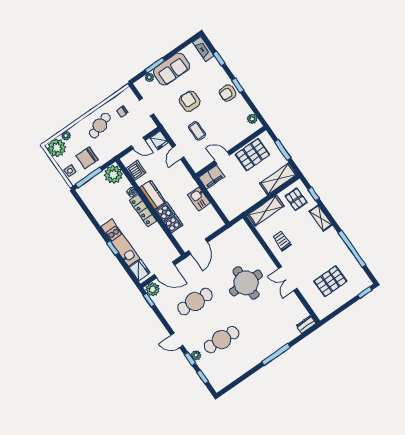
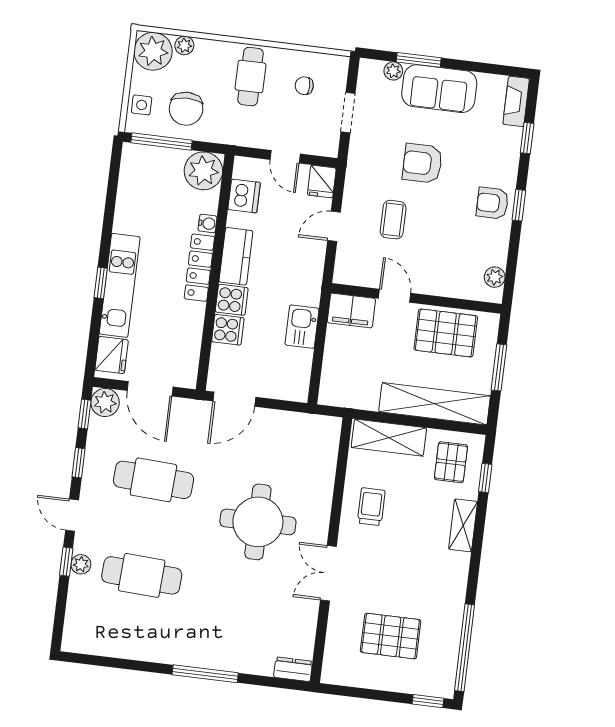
armchair: (190, 101) -> (422, 163), turned -90
cafe table: (100, 125) -> (251, 77), turned -71
chair: (87, 158) -> (186, 109), turned -90
shelving: (278, 179) -> (435, 404), width x1.47
window: (352, 249) -> (465, 648), moved
window: (203, 377) -> (78, 463), moved

